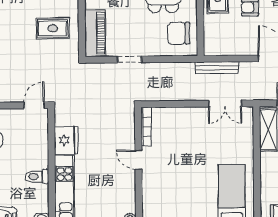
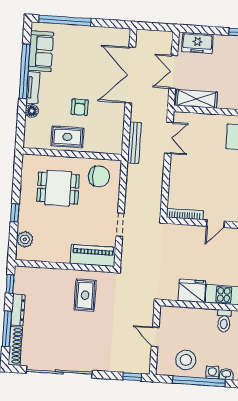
chair: (179, 33) -> (99, 176), turned -90
door: (34, 105) -> (155, 337), moved

